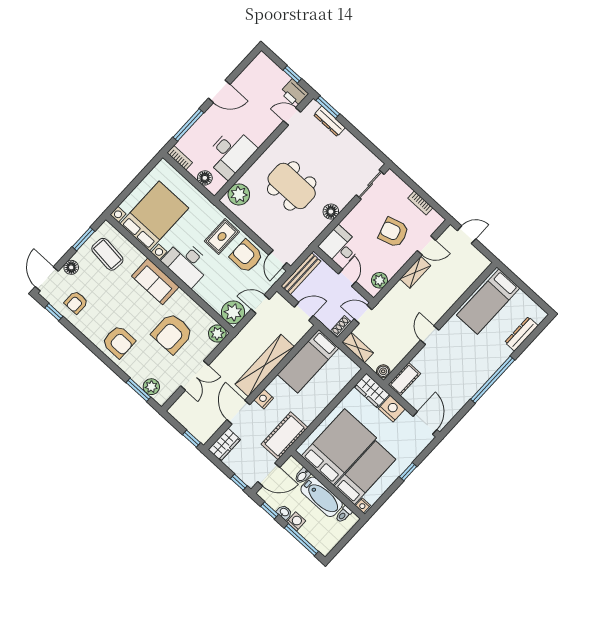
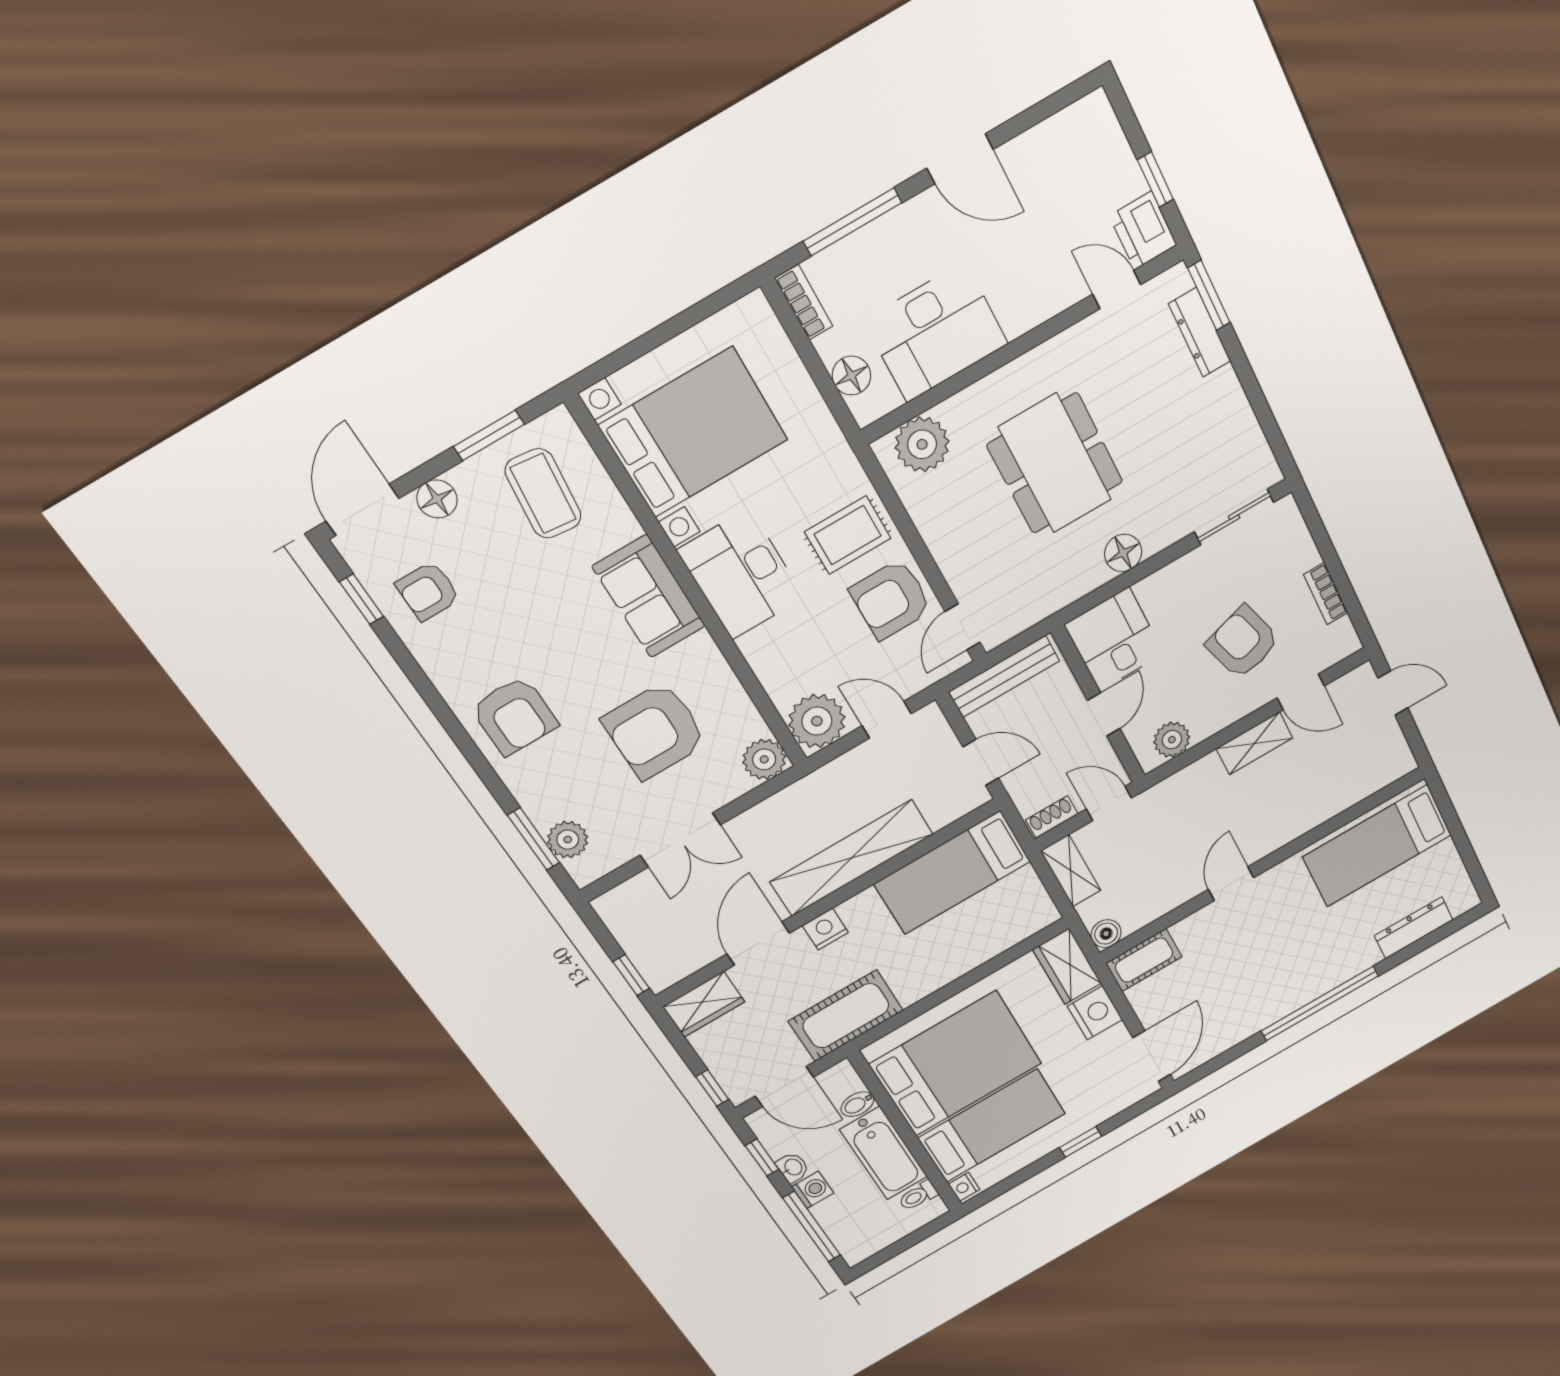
armchair: (246, 256) -> (891, 599), turned -90

